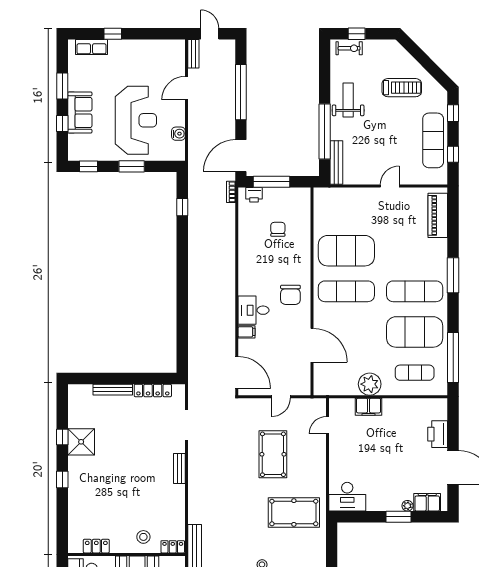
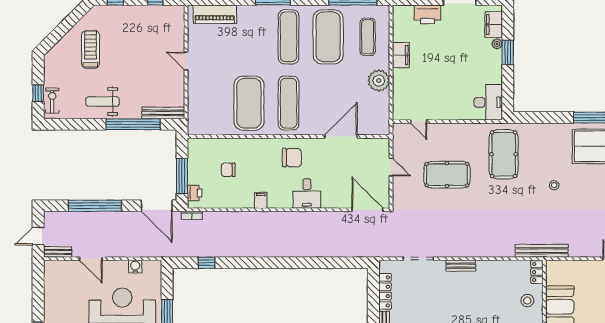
exercise mat: (433, 140) -> (142, 19), removed
filing cabinet: (246, 332) -> (261, 200), moved
door: (237, 373) -> (368, 210), hinge flipped
filing cabinet: (368, 407) -> (401, 55), moved

